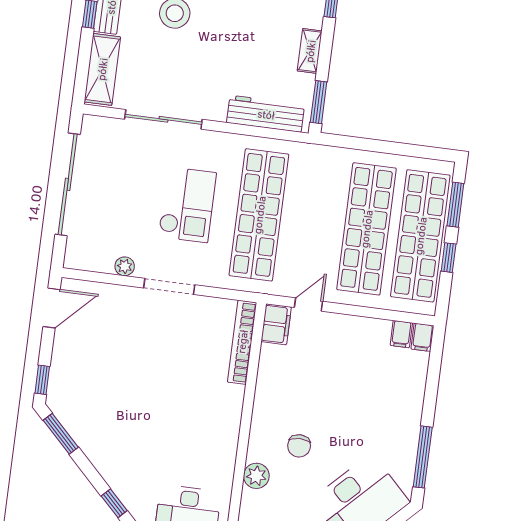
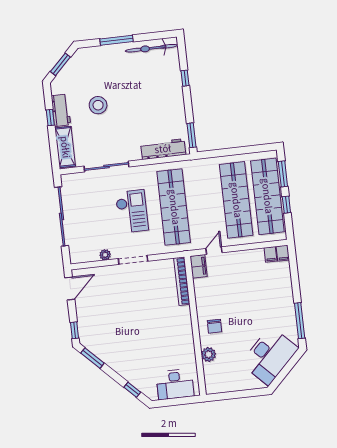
shelving: (310, 51) -> (179, 108), removed
chair: (299, 446) -> (215, 326), moved

